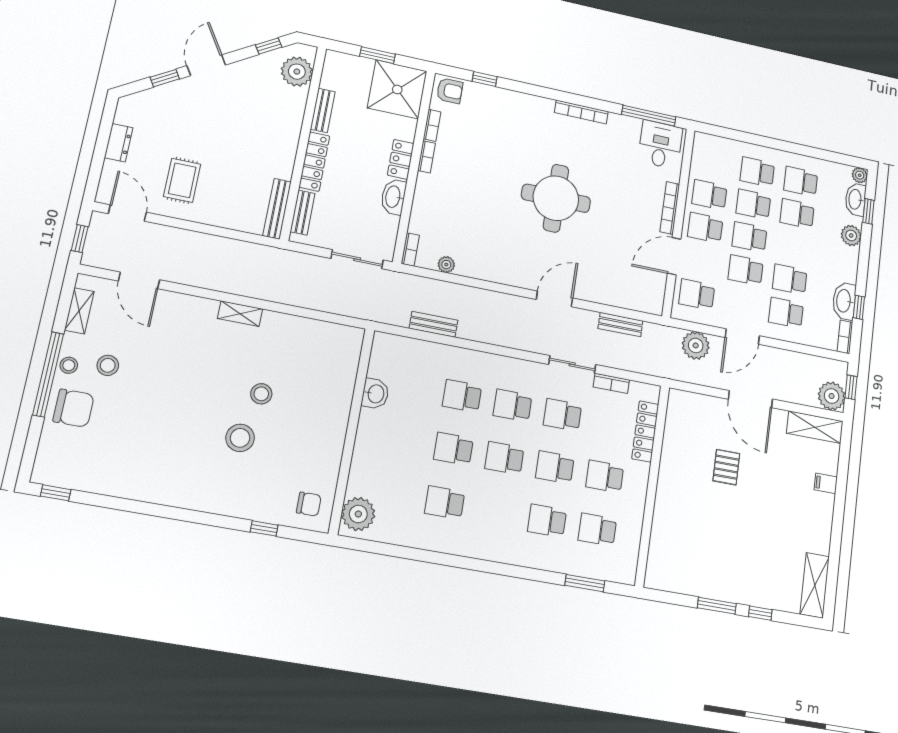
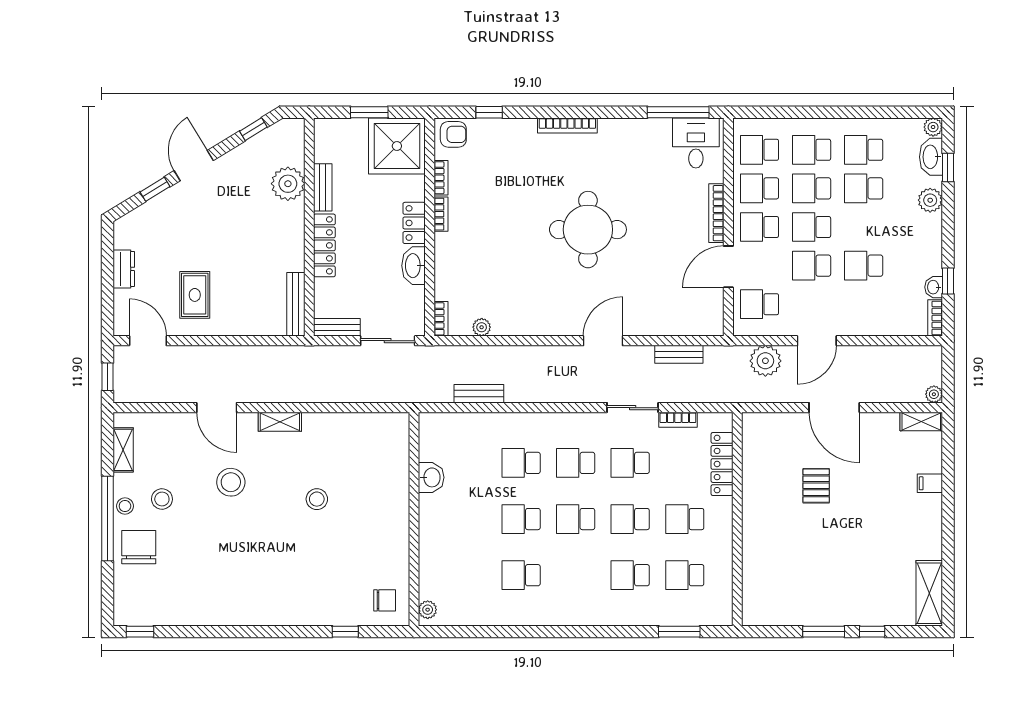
plant: (297, 72) -> (288, 184), moved
bookcase: (581, 112) -> (567, 125), moved
bench: (303, 213) -> (337, 327), moved, turned 90
door: (139, 280) -> (217, 408), moved
washbasin: (844, 301) -> (934, 287), width x0.52, depth x0.69
school desk: (786, 313) -> (759, 150), moved
window: (851, 387) -> (948, 373), removed
plant: (832, 396) -> (934, 394), width x0.53, depth x0.53
chair: (74, 408) -> (139, 547), turned -90
shelving: (815, 427) -> (921, 422), width x0.67, depth x0.75
stool: (240, 438) -> (231, 482), moved
plant: (358, 514) -> (428, 610), width x0.53, depth x0.53

